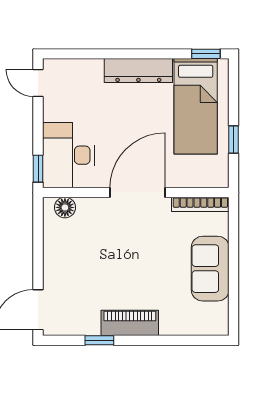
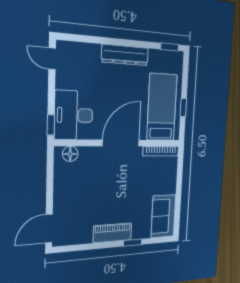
bed: (196, 106) -> (162, 107), moved, turned 180
sofa: (210, 269) -> (163, 216), moved
window: (99, 340) -> (133, 243), moved

